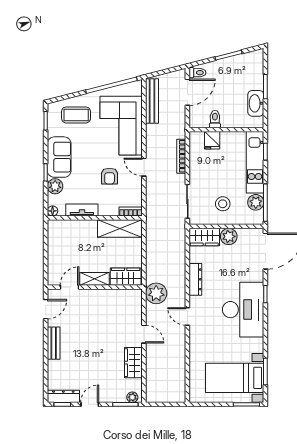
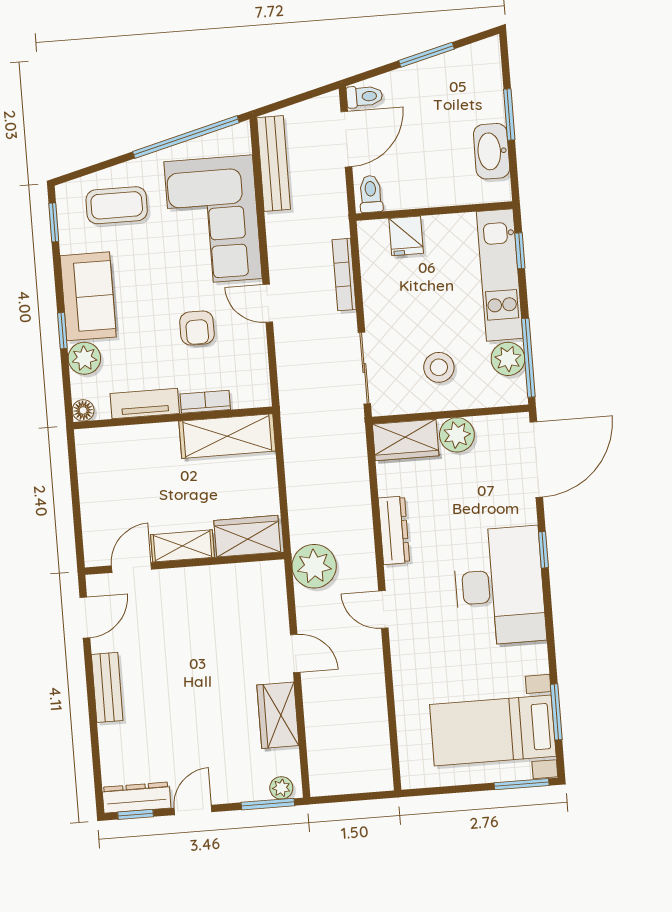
toilet: (215, 119) -> (371, 194), moved
bookcase: (131, 211) -> (205, 402), moved

